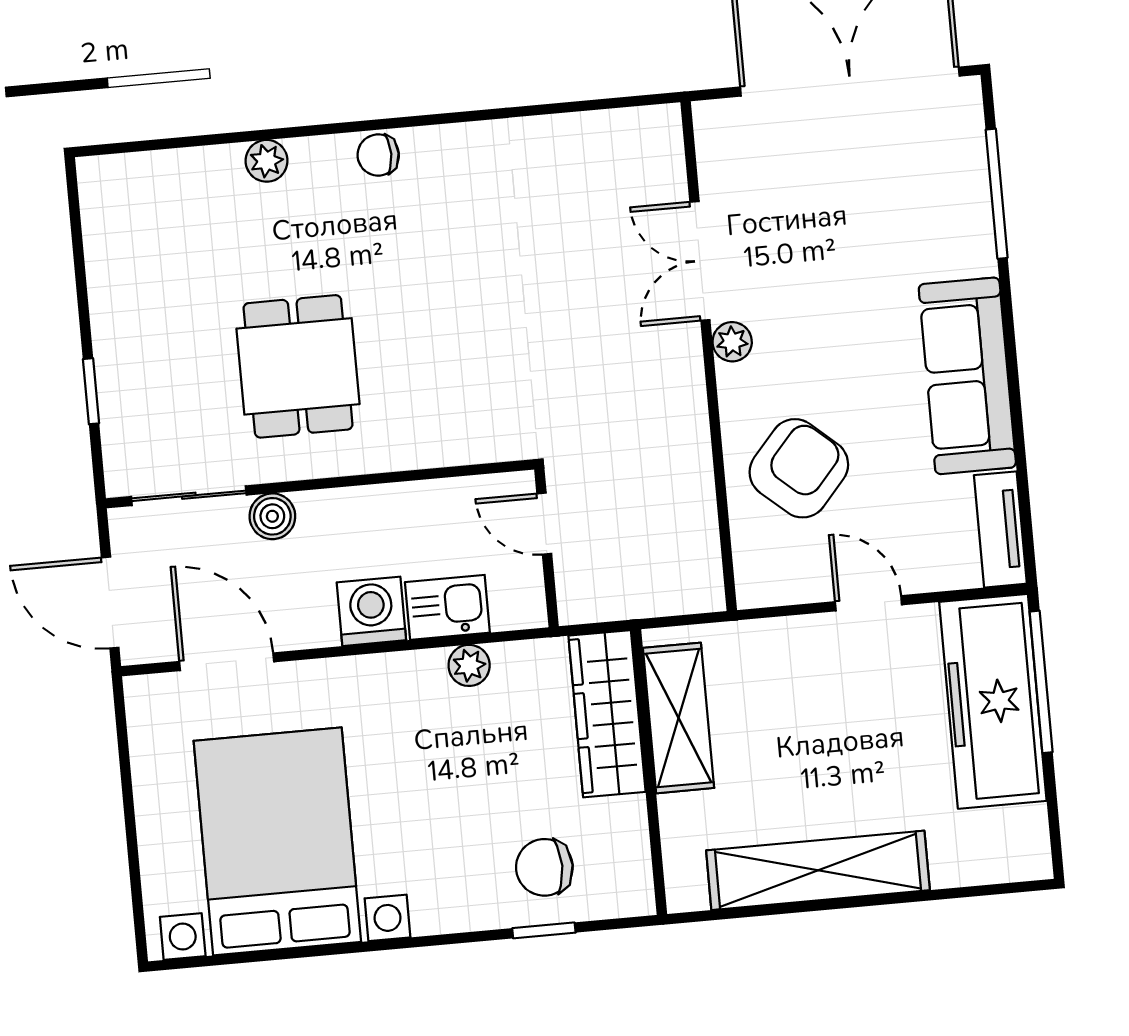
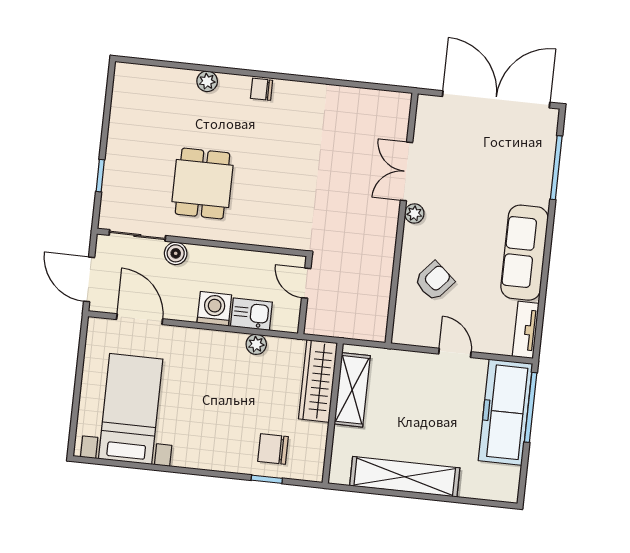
armchair: (799, 468) -> (434, 281), width x0.72, depth x0.72
bed with nightstands: (277, 841) -> (131, 409), width x0.73

